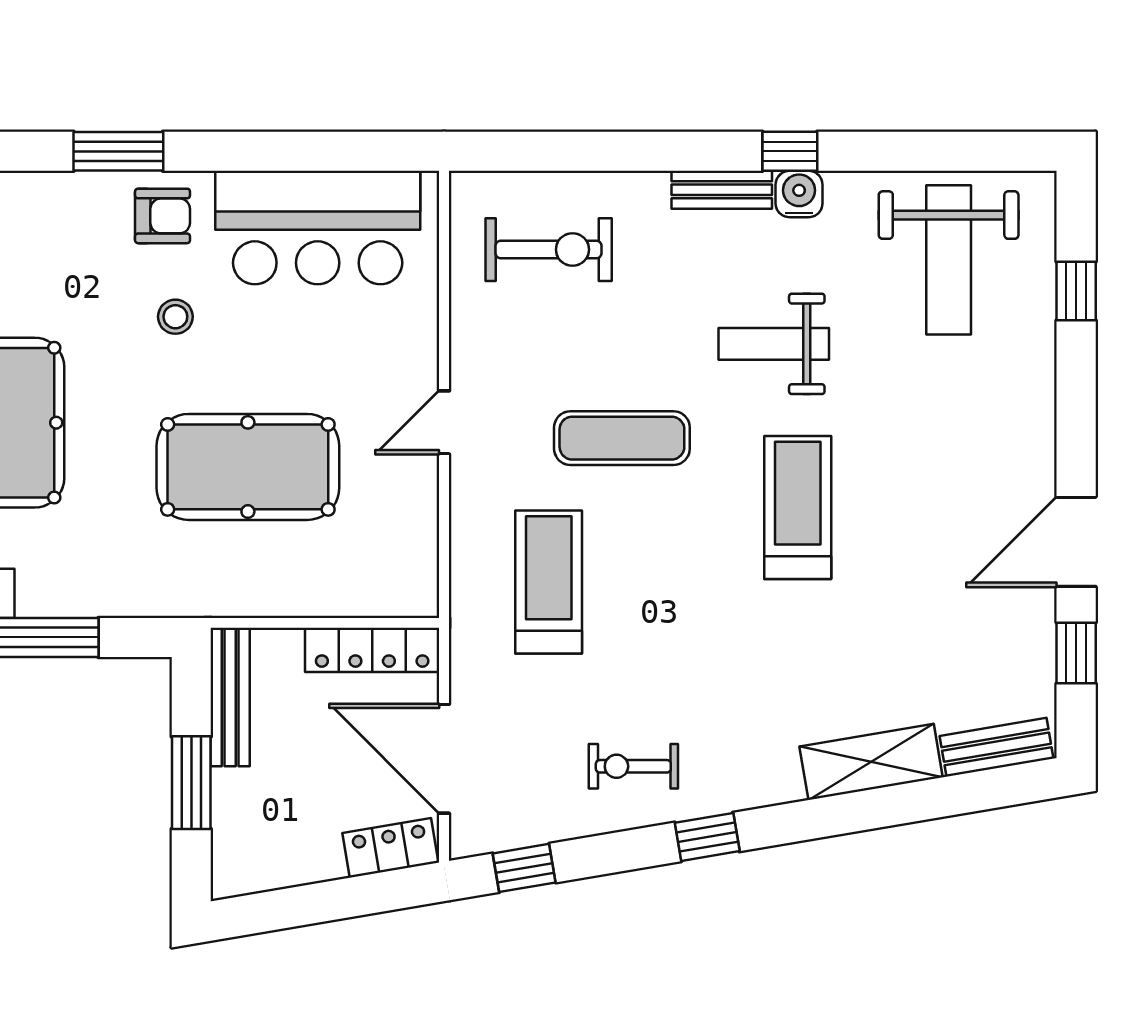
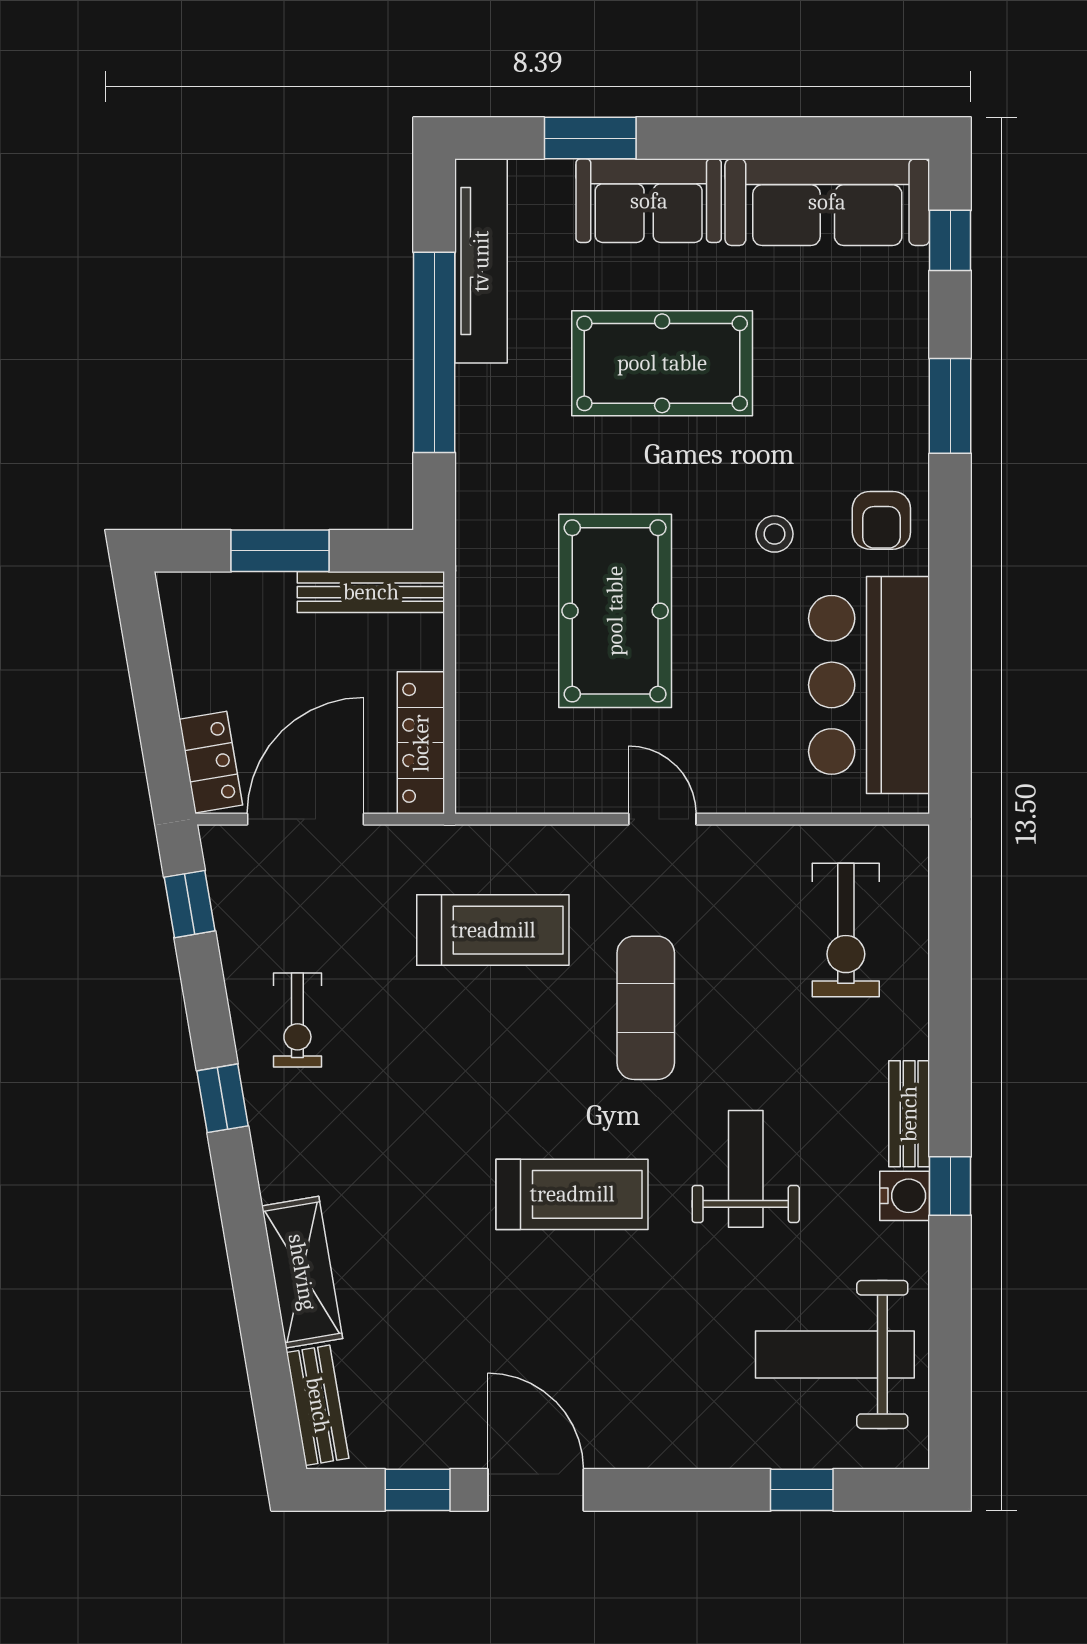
window: (118, 151) -> (950, 406), moved
exercise bike: (633, 766) -> (297, 1020), turned 180

